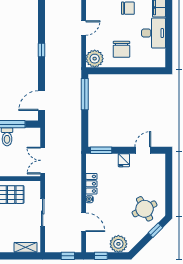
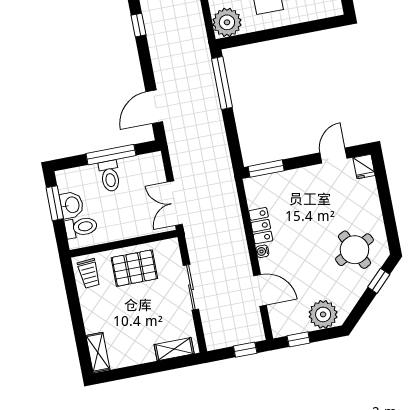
fridge: (124, 160) -> (364, 167), moved

